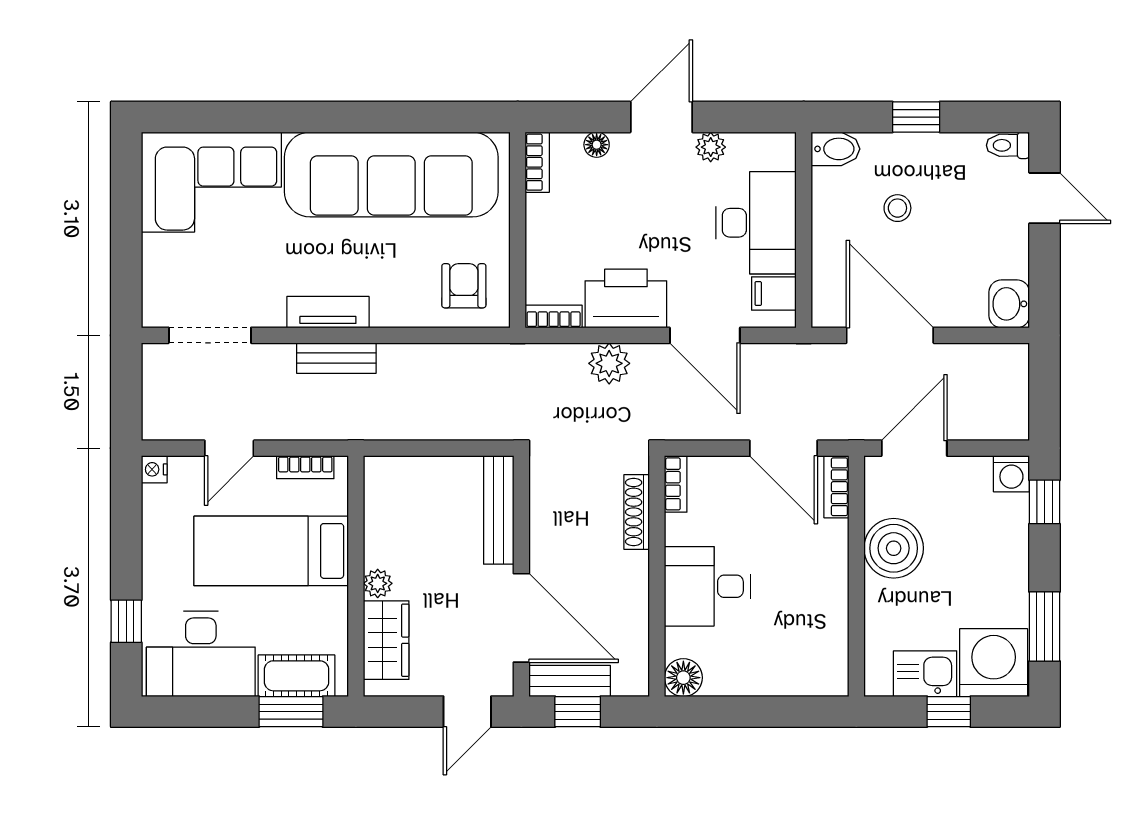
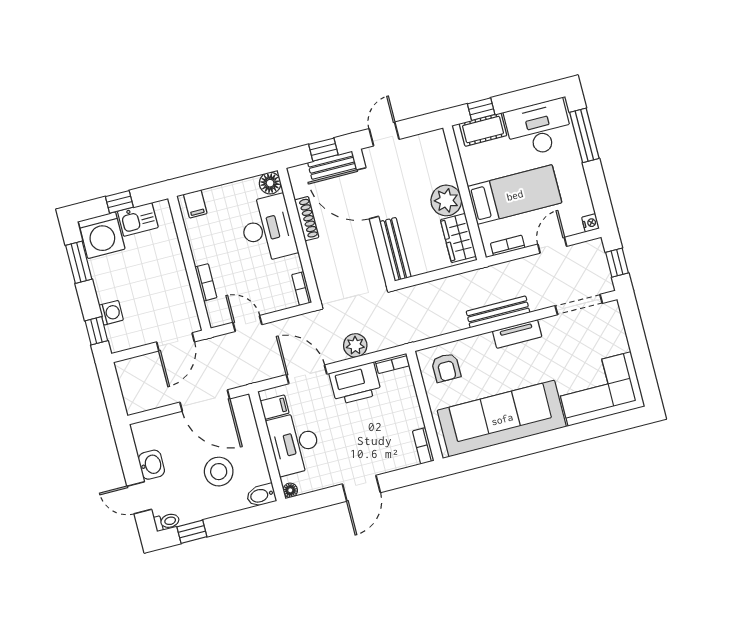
window: (916, 117) -> (192, 532), moved
floor lamp: (597, 145) -> (290, 490), moved
plant: (711, 147) -> (330, 479), removed
stool: (897, 208) -> (219, 472), width x1.89, depth x1.89
washbasin: (1009, 304) -> (151, 465), moved
bench: (336, 358) -> (498, 312), width x1.36
window: (126, 390) -> (617, 263), added
door: (783, 448) -> (247, 323), width x0.73
washing machine: (1011, 474) -> (111, 313), moved, turned 90
bookcase: (836, 487) -> (206, 282), moved
shoe rack: (637, 512) -> (307, 219), moved
boiler: (894, 548) -> (173, 284), removed
plant: (378, 583) -> (446, 200), width x1.88, depth x1.88
desk: (707, 586) -> (268, 229), width x1.37
window: (126, 621) -> (584, 135), width x2.17
wardrobe: (386, 640) -> (458, 238), moved
filing cabinet: (820, 675) -> (195, 204), added
window: (291, 712) -> (481, 109), width x0.67

